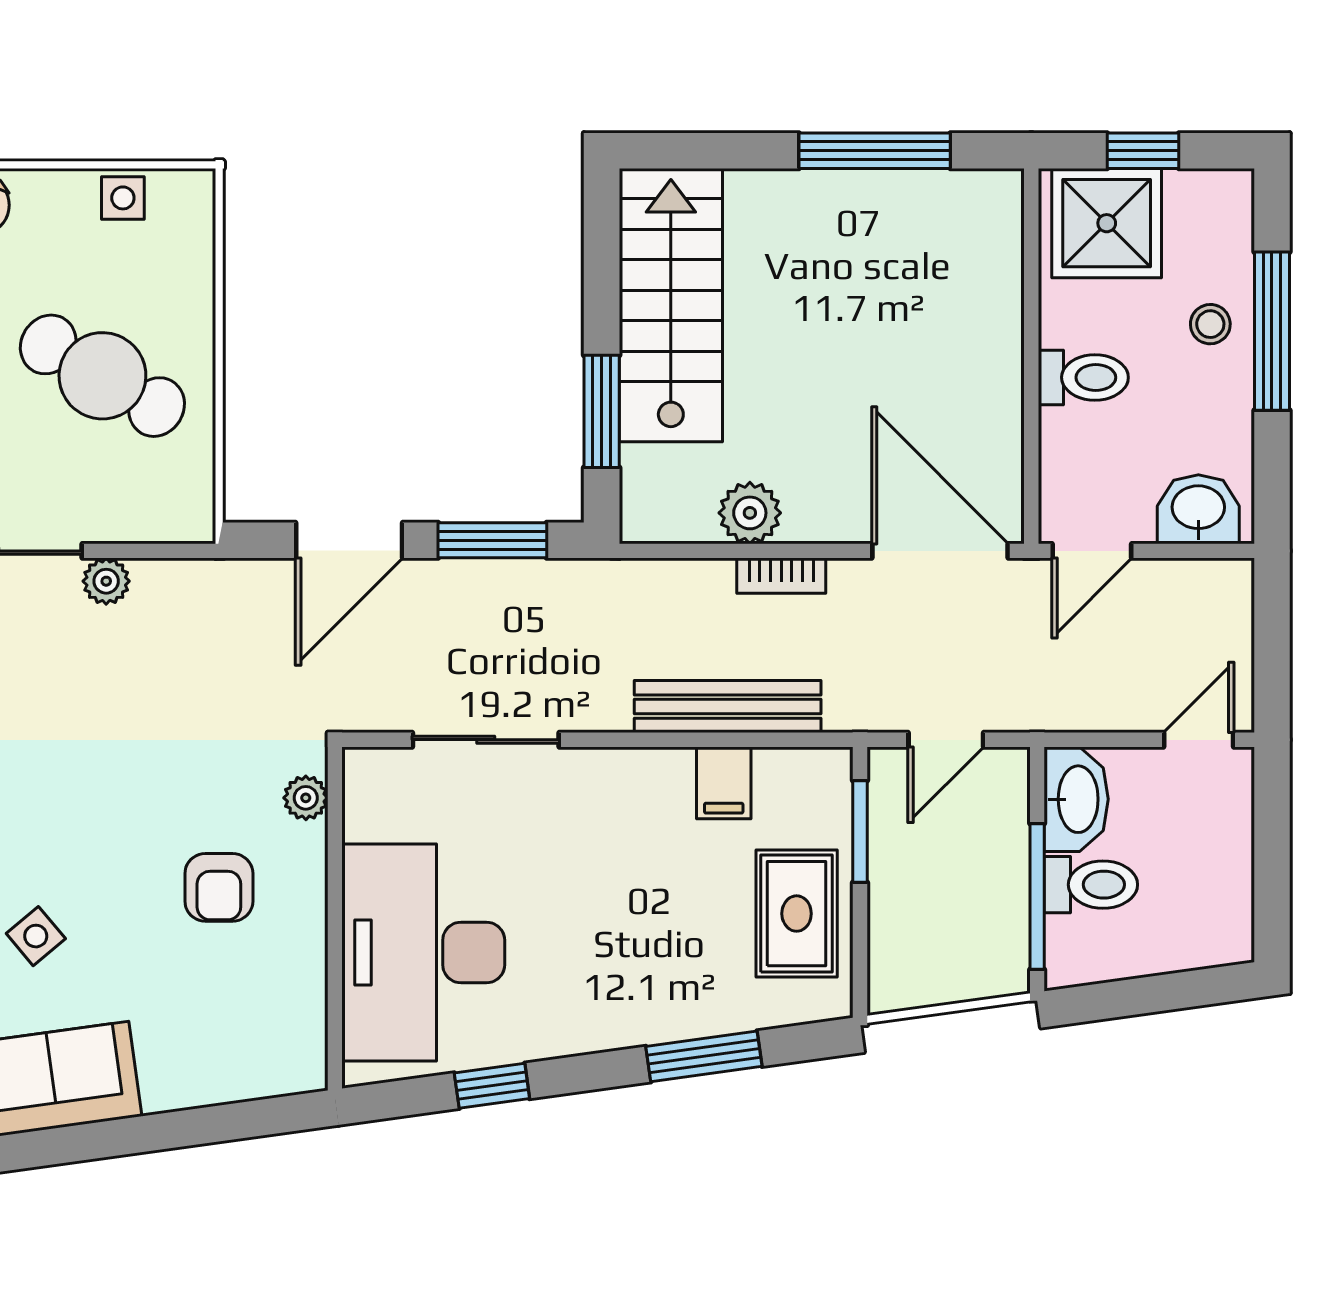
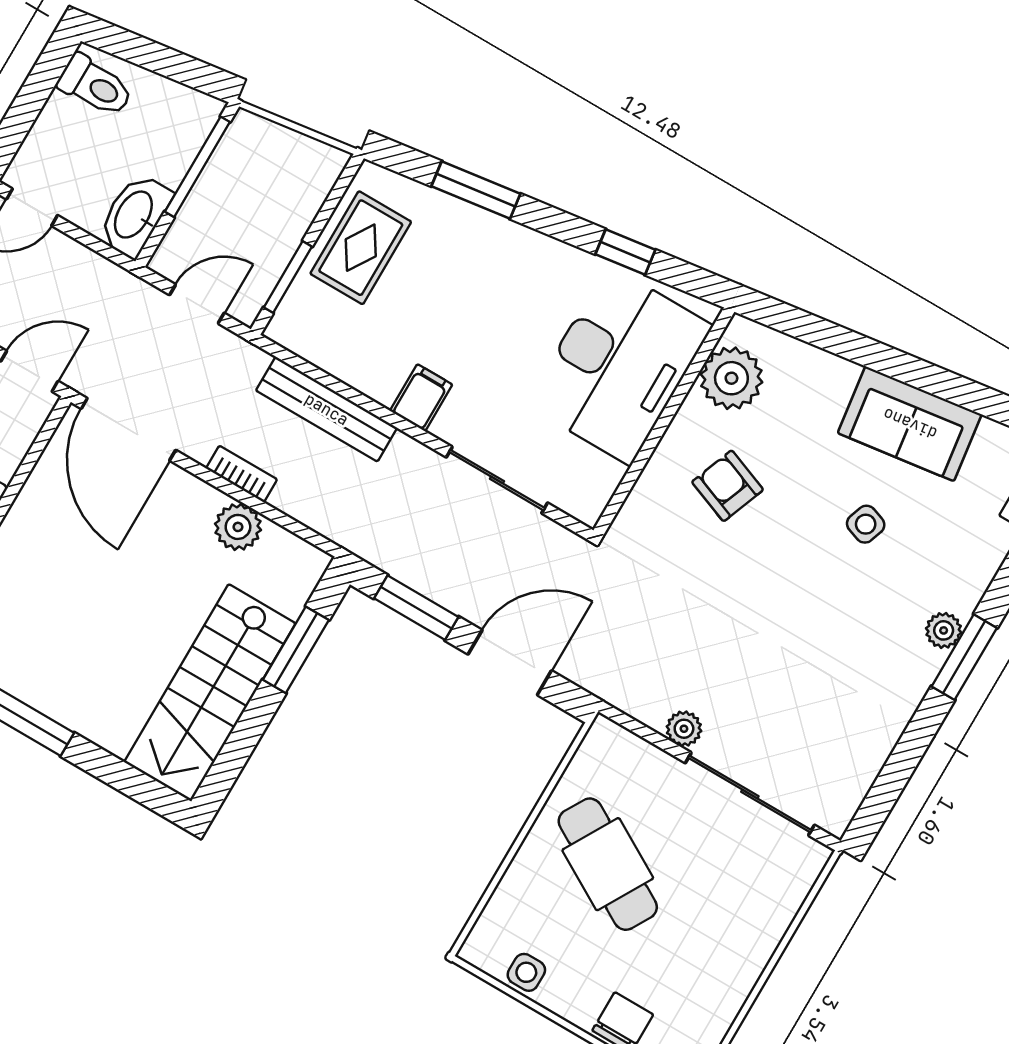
filing cabinet: (724, 783) -> (421, 398), moved
plant: (306, 798) -> (731, 378), moved, width x1.87, depth x1.87
toilet: (1091, 885) -> (95, 86), moved, turned 180
armchair: (219, 887) -> (728, 486), turned -69
side table: (36, 936) -> (866, 524), turned -31

